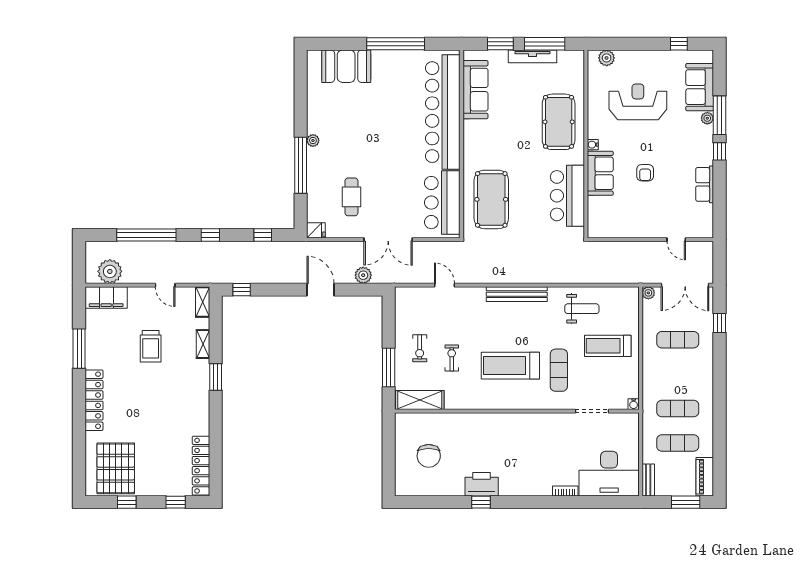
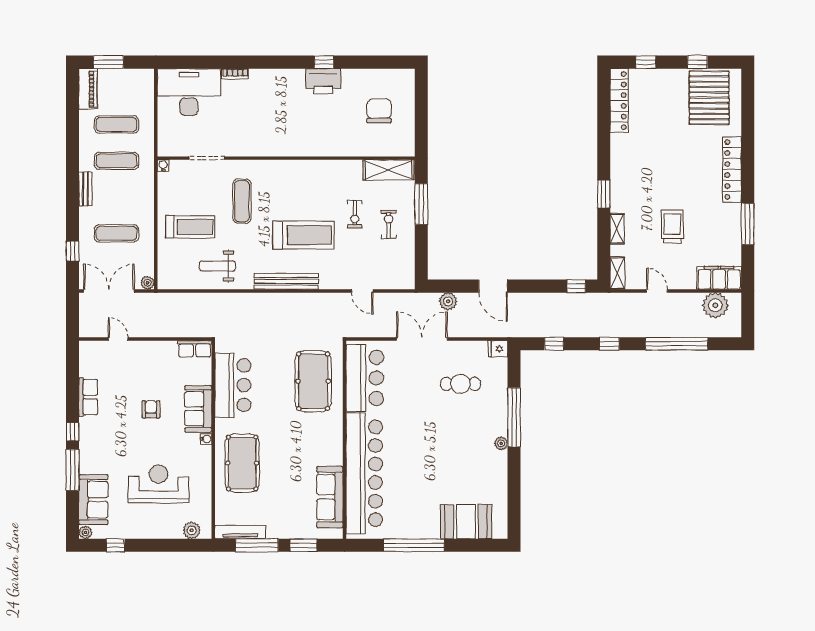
tv unit: (533, 56) -> (240, 532), moved
reception desk: (638, 102) -> (159, 484), turned 180
plant: (707, 118) -> (85, 532), moved
cafe table: (351, 197) -> (460, 384), turned 90
row of seats: (604, 230) -> (195, 349), added
treadmill: (510, 366) -> (303, 235), moved
bench: (648, 480) -> (85, 189), moved

